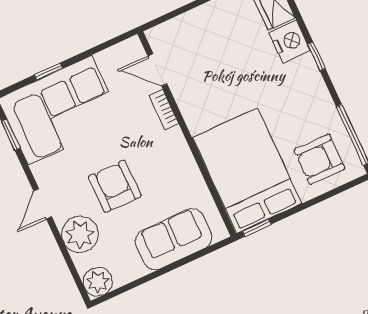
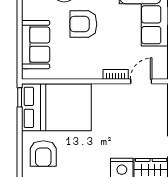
armchair: (319, 159) -> (43, 154), turned 180
armchair: (115, 186) -> (83, 24), turned 180

